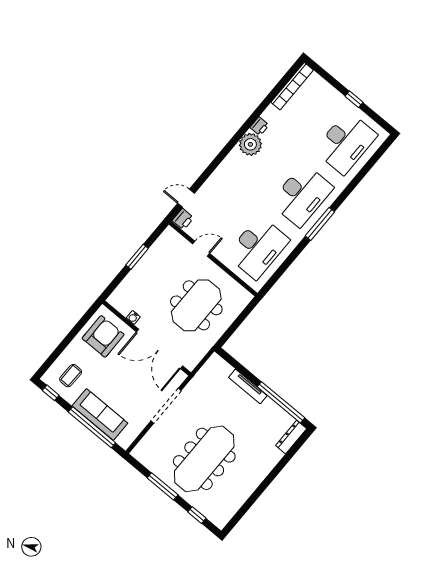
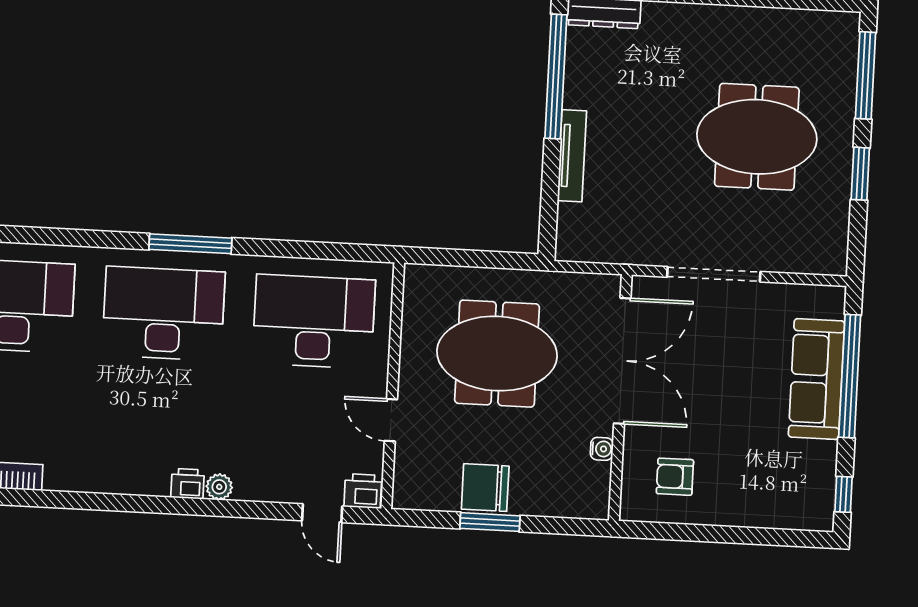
printer: (260, 126) -> (188, 484), moved
plant: (250, 144) -> (219, 487), moved, width x0.53, depth x0.53
chair: (151, 265) -> (485, 488), added
armchair: (103, 336) -> (675, 477), width x0.53, depth x0.53
coffee table: (71, 376) -> (787, 482), removed
meeting table: (204, 459) -> (757, 137), width x0.73
window: (163, 486) -> (860, 174), width x0.69
window: (197, 515) -> (865, 75), width x2.17

